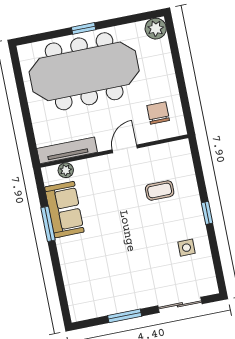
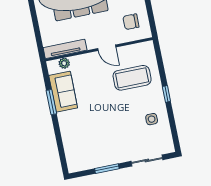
chair: (158, 113) -> (131, 22), turned -90
door: (125, 149) -> (107, 48), swing flipped
coffee table: (160, 190) -> (132, 78), width x1.86, depth x1.72

